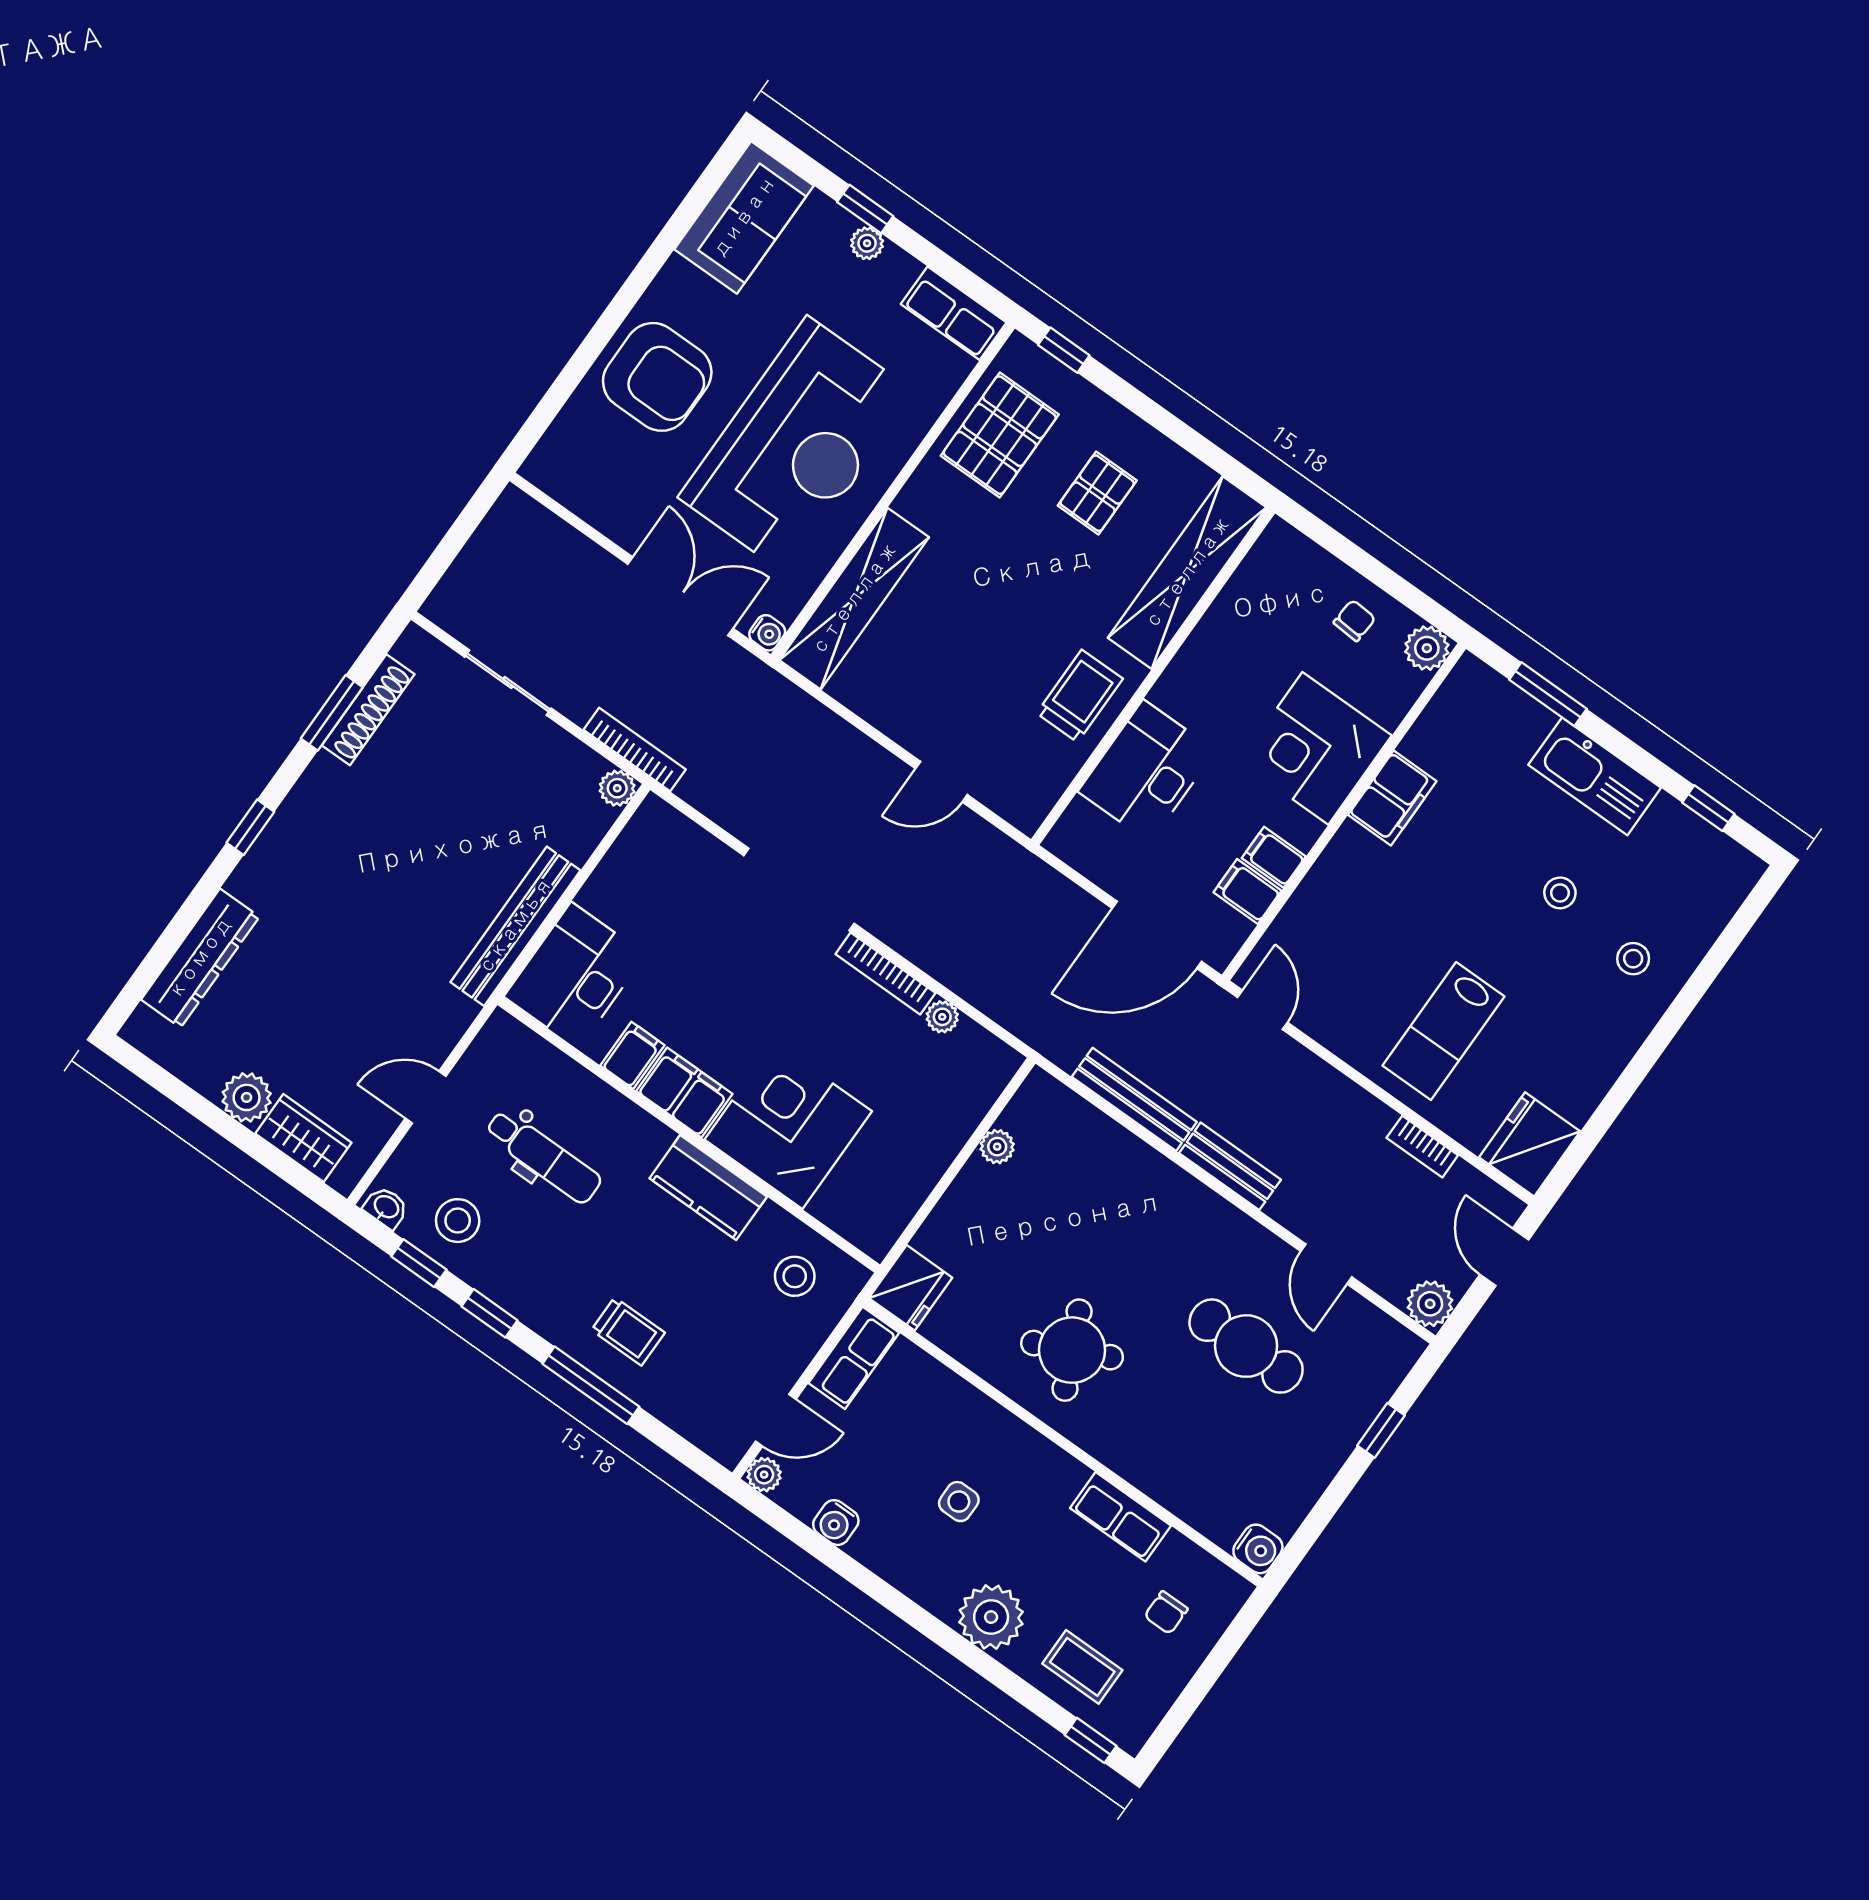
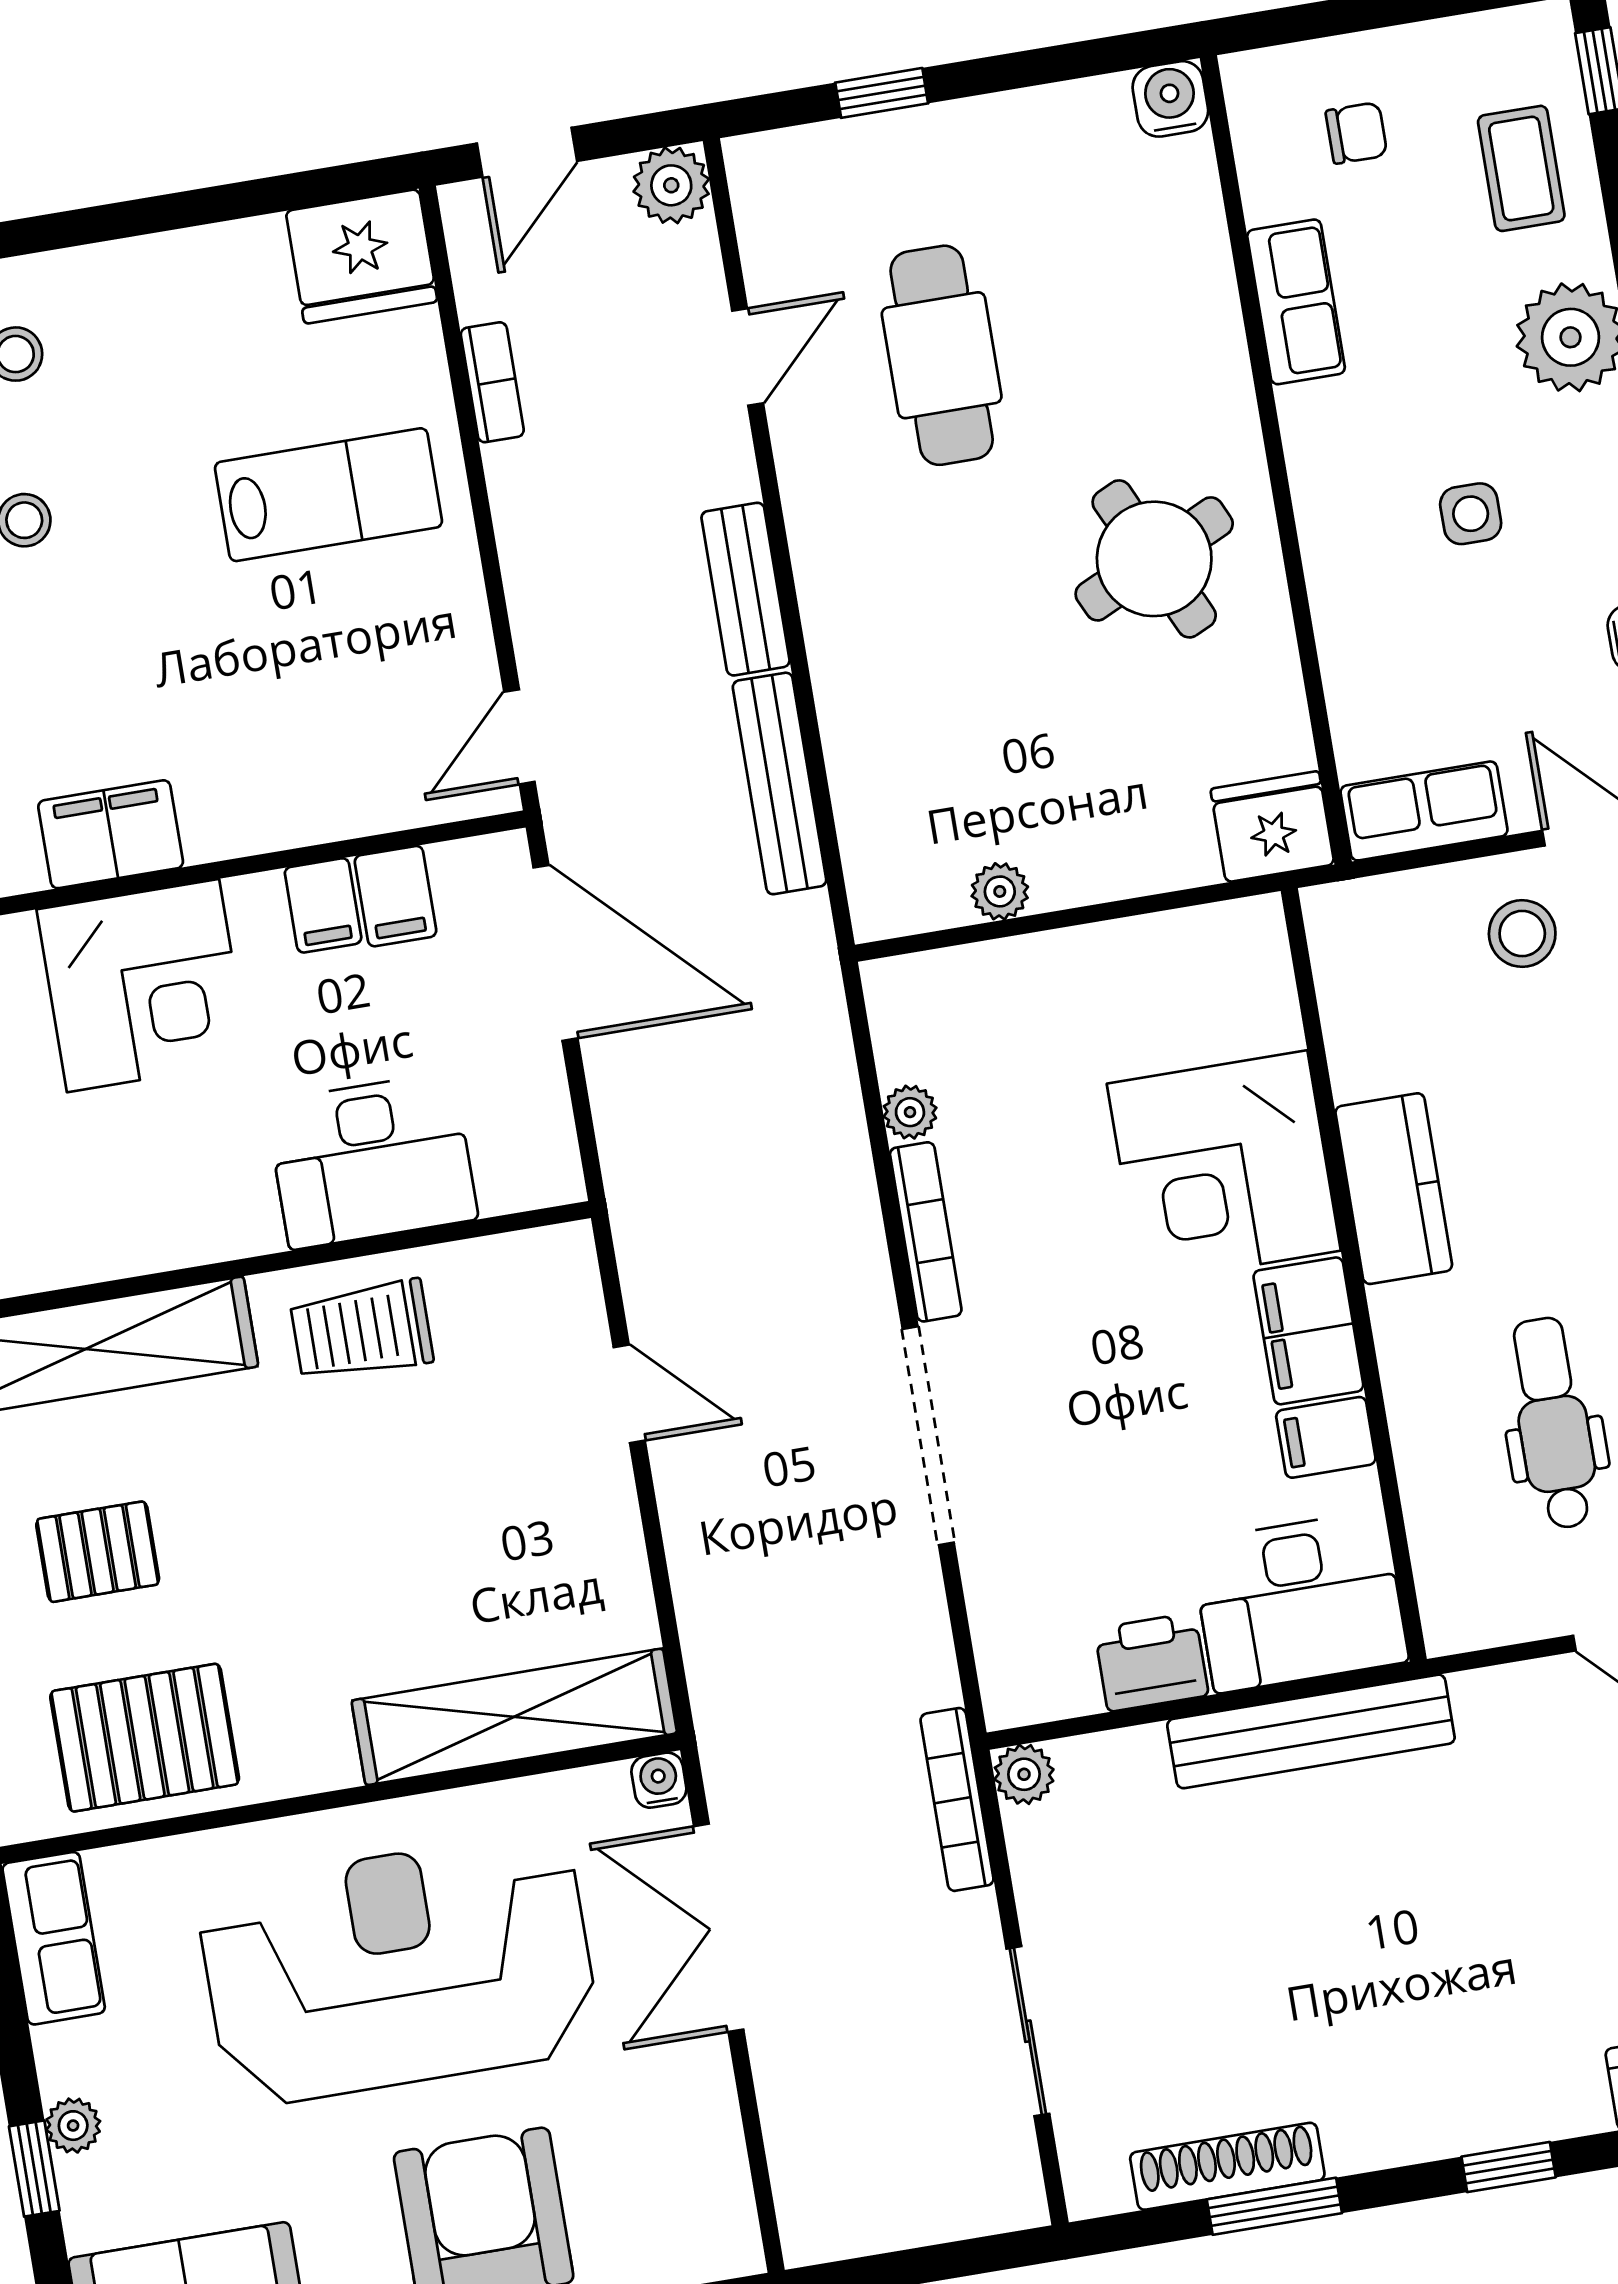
printer: (611, 888) -> (1151, 1662), added
stool: (795, 1276) -> (1522, 934), moved

